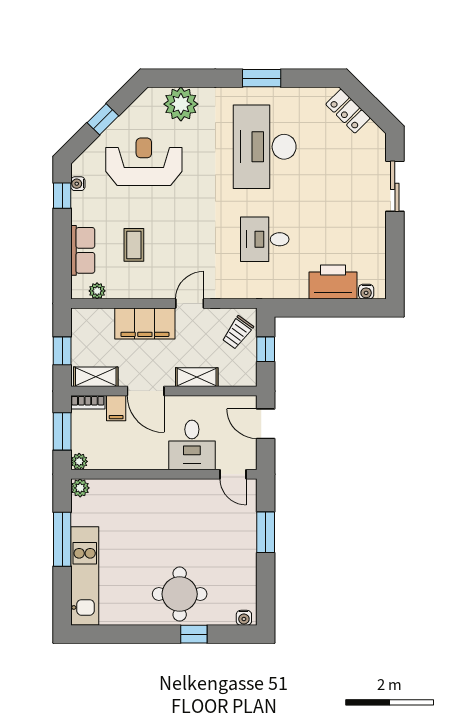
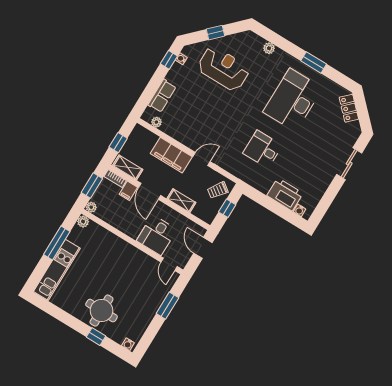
plant: (181, 104) -> (269, 48), width x0.53, depth x0.53
coffee table: (134, 245) -> (191, 110), removed

